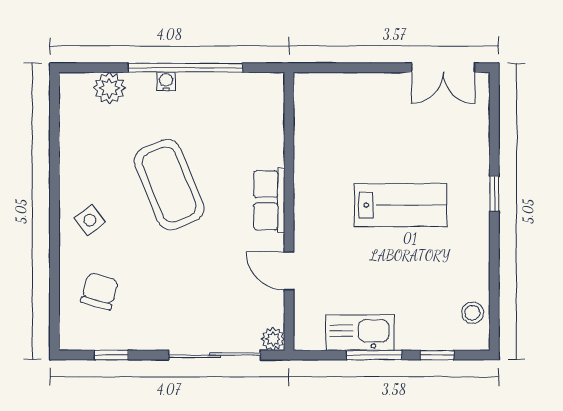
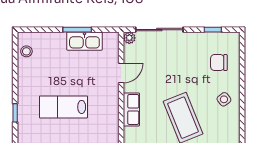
door: (289, 271) -> (121, 73), hinge flipped
chair: (100, 291) -> (219, 63), turned 74
window: (437, 355) -> (45, 30), removed

